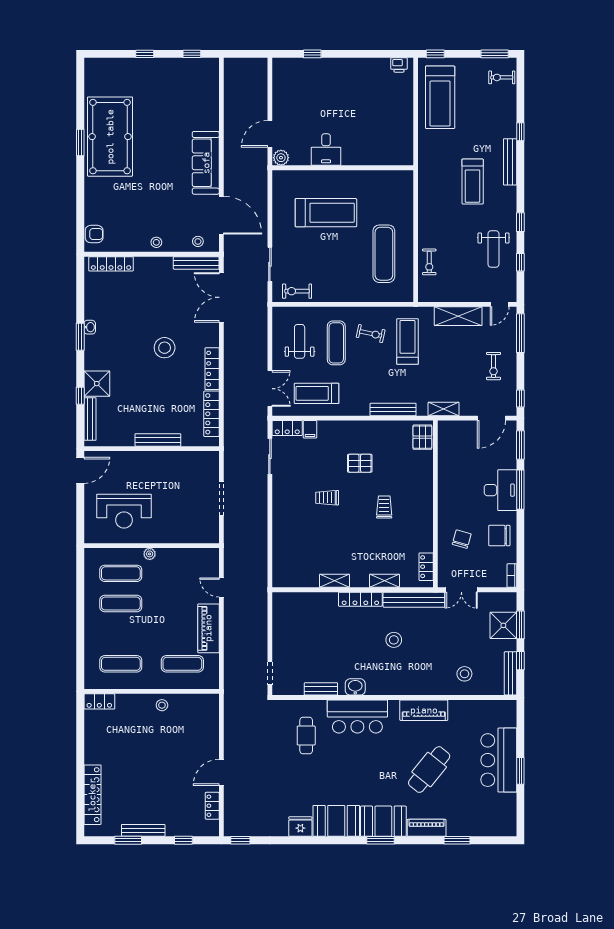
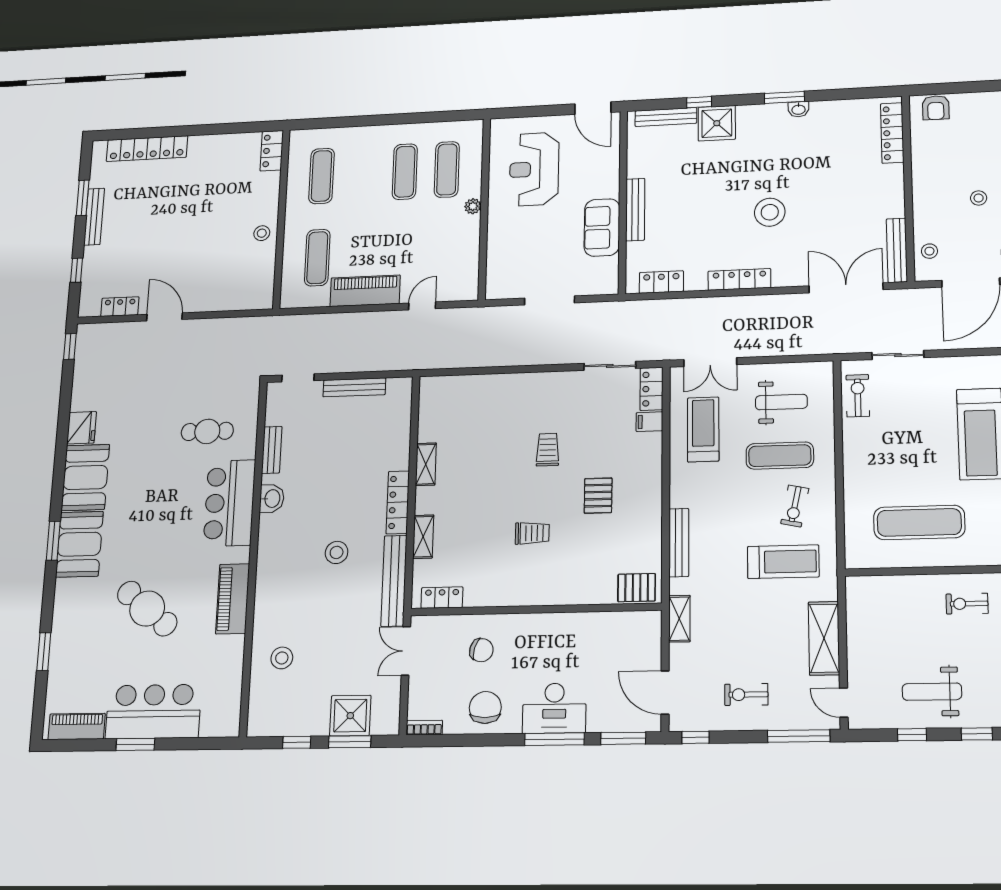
stool: (156, 242) -> (979, 198), moved
exercise bike: (429, 262) -> (967, 604), moved
locker: (212, 414) -> (661, 282), width x0.66
sofa: (170, 463) -> (602, 227), added
bench: (511, 673) -> (354, 387), moved
piano: (427, 828) -> (77, 726), moved, turned -90

